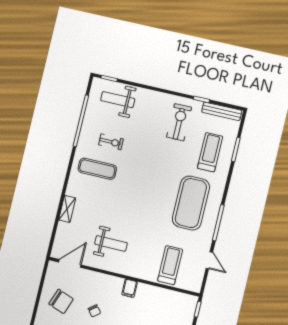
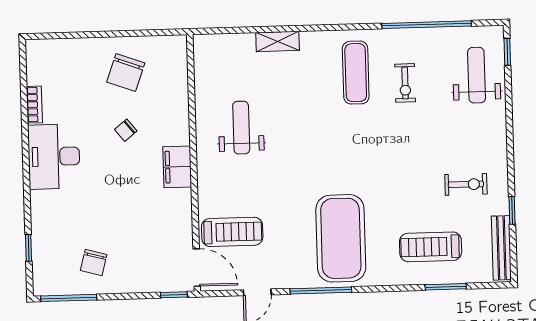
exercise bike: (179, 122) -> (466, 184), width x0.73, depth x0.72
treadmill: (210, 152) -> (431, 247), turned 180
exercise mat: (191, 203) -> (341, 238), turned 90
weight bench: (111, 243) -> (241, 128), turned 180
door: (70, 263) -> (197, 267), moved
filing cabinet: (130, 288) -> (177, 167), width x2.00

